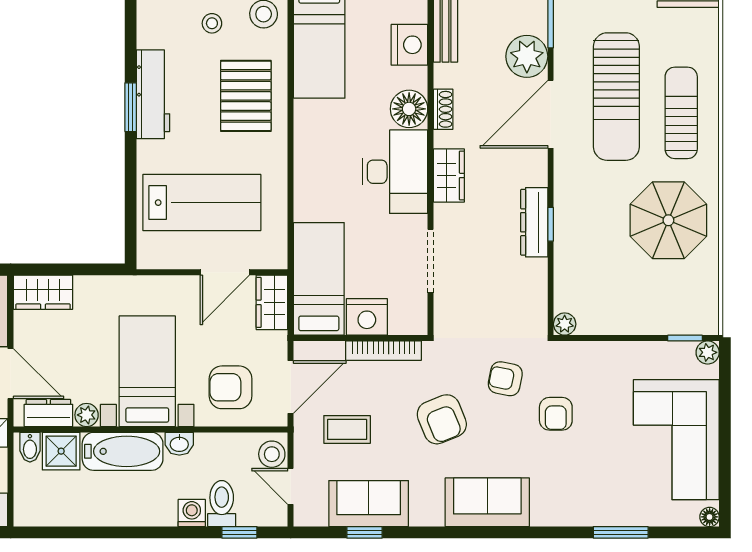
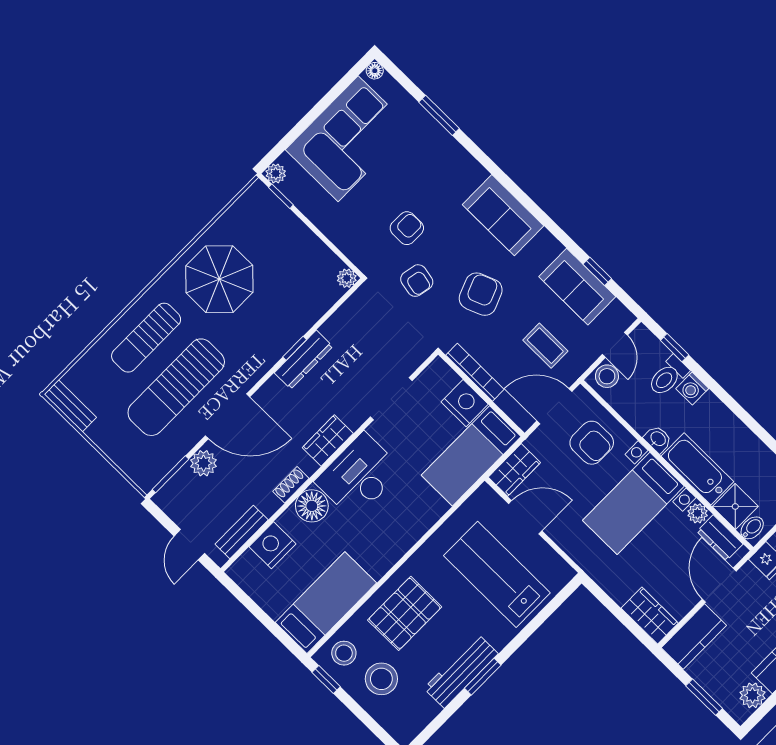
stool: (212, 23) -> (381, 679), width x1.89, depth x1.89
plant: (527, 56) -> (204, 463), width x0.73, depth x0.73
sun lounger: (616, 97) -> (176, 387), turned 180

